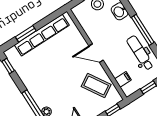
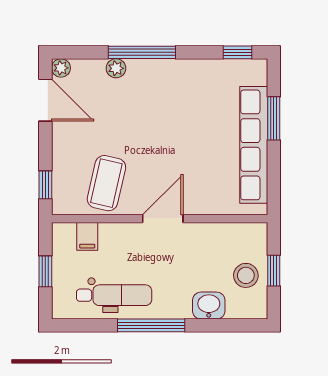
coffee table: (96, 85) -> (106, 183), turned -45

